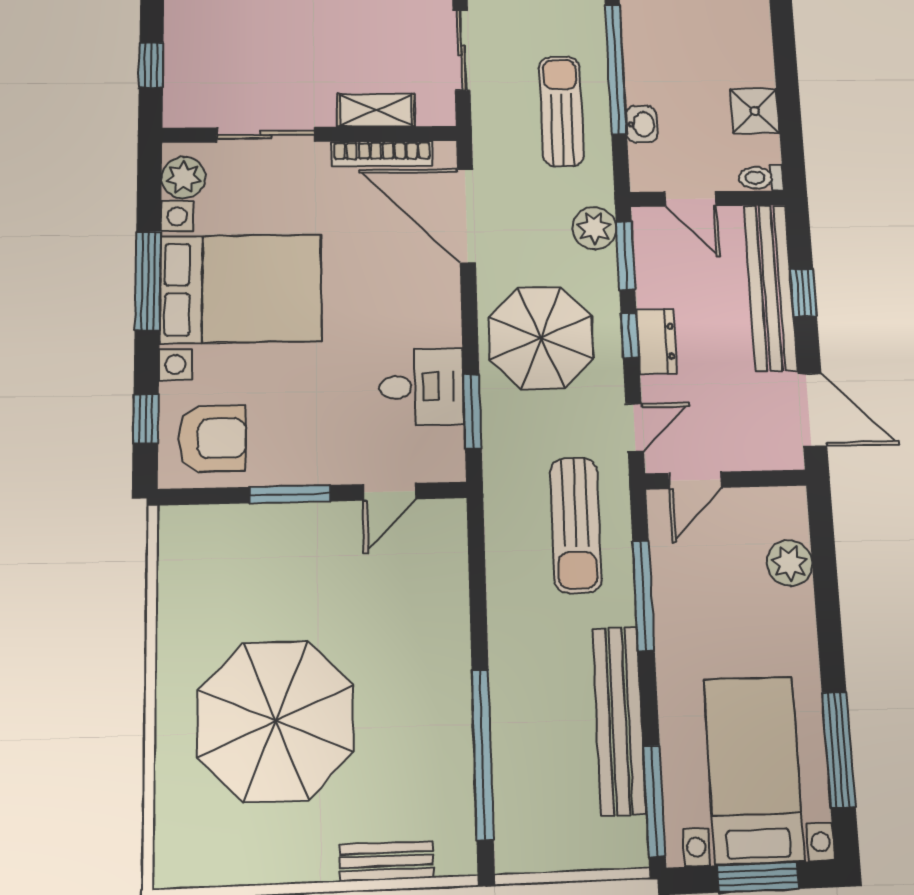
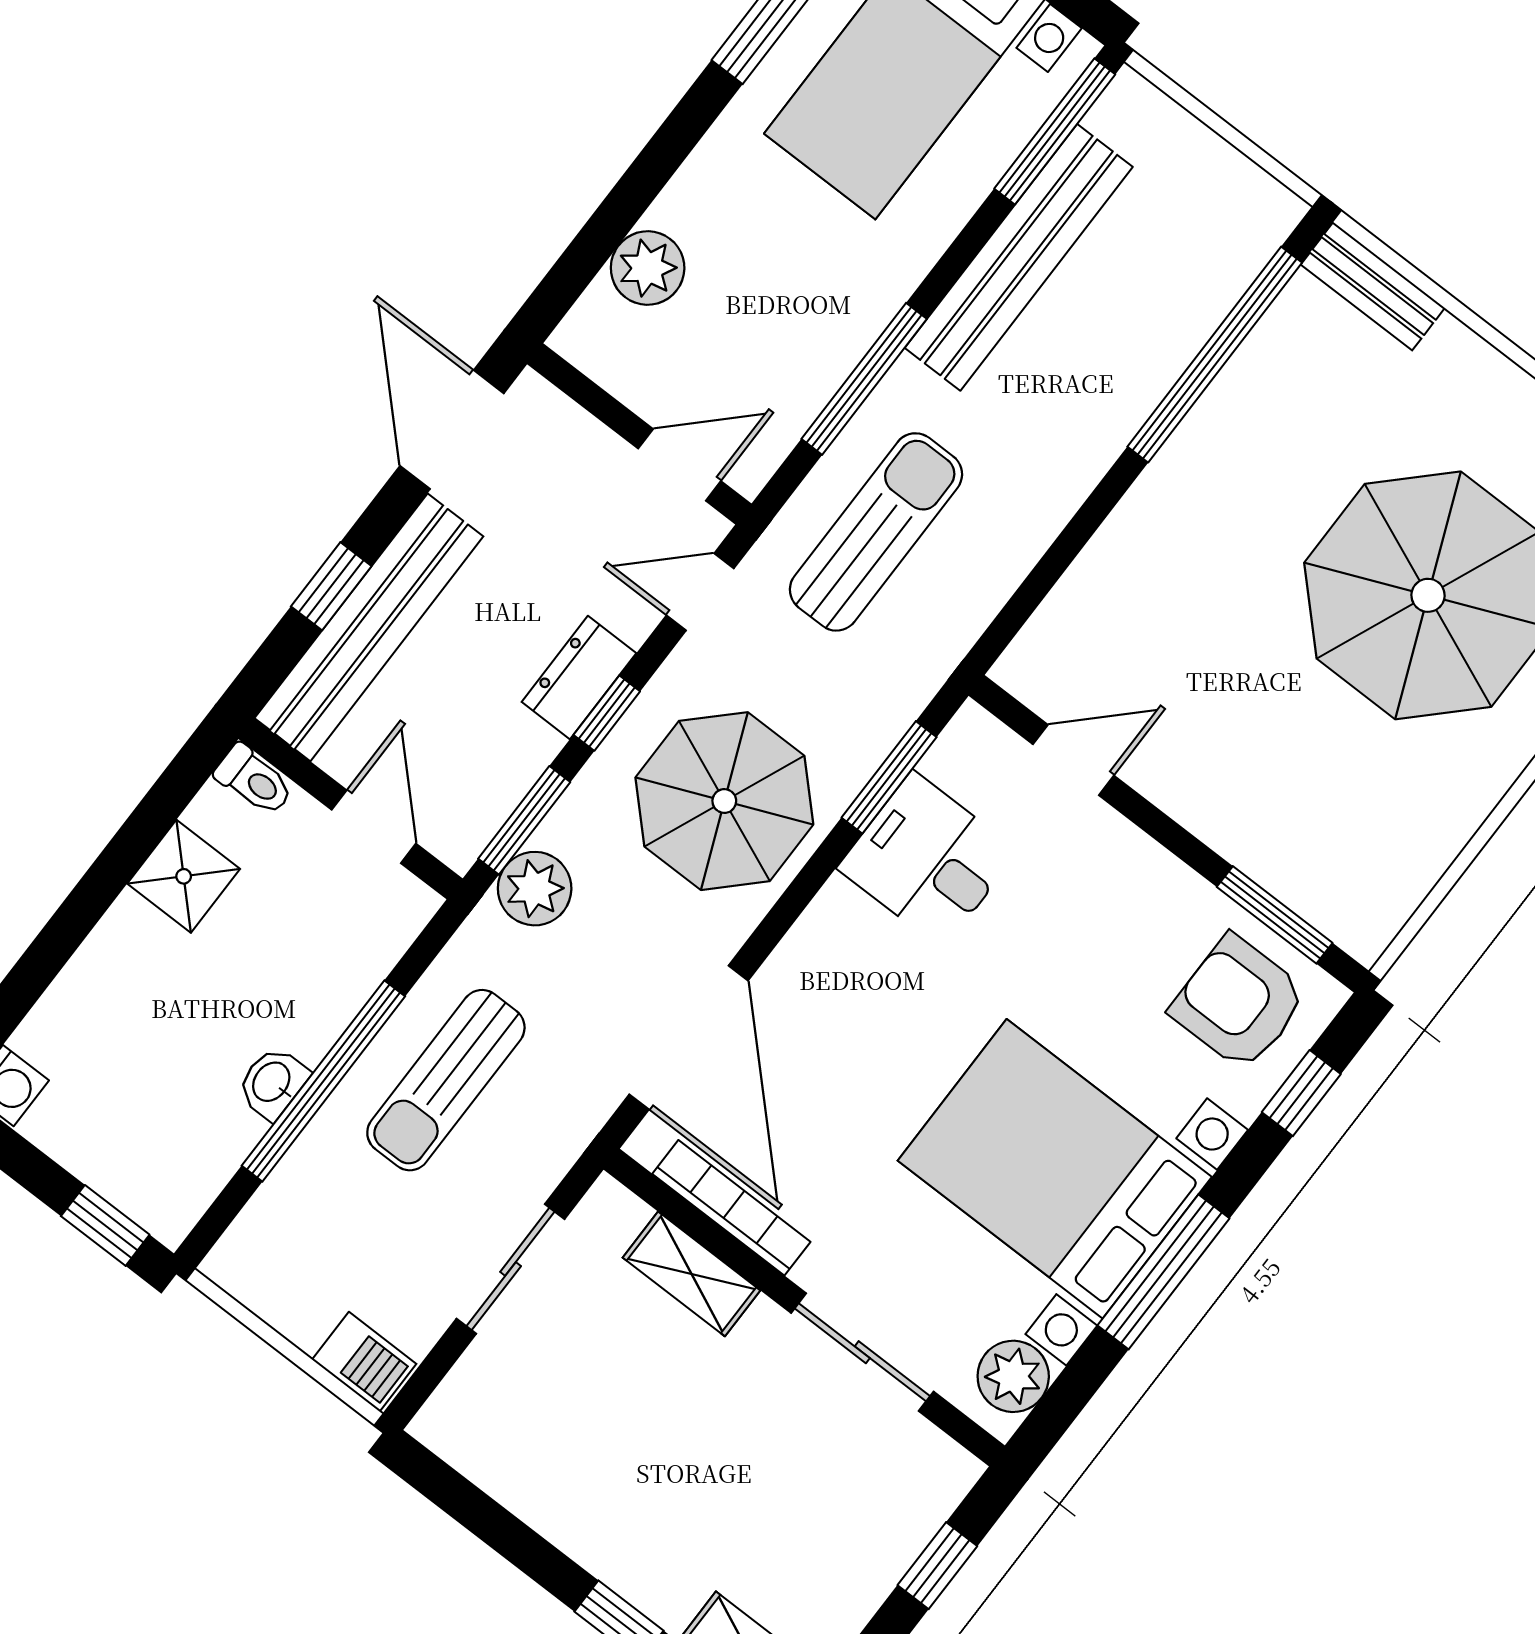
washbasin: (642, 124) -> (272, 1083), moved
window: (290, 494) -> (1275, 915), moved
bench: (386, 861) -> (1373, 286), moved

